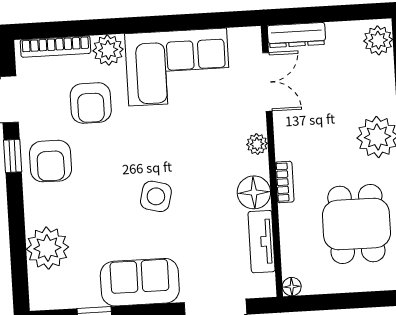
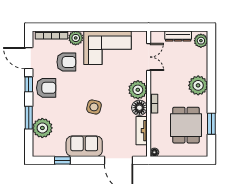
dresser: (297, 35) -> (178, 36), moved
armchair: (91, 103) -> (66, 62), turned -90
plant: (257, 144) -> (138, 90), width x1.88, depth x1.88
armchair: (51, 161) -> (46, 88), turned -90
window: (17, 228) -> (29, 118), added

